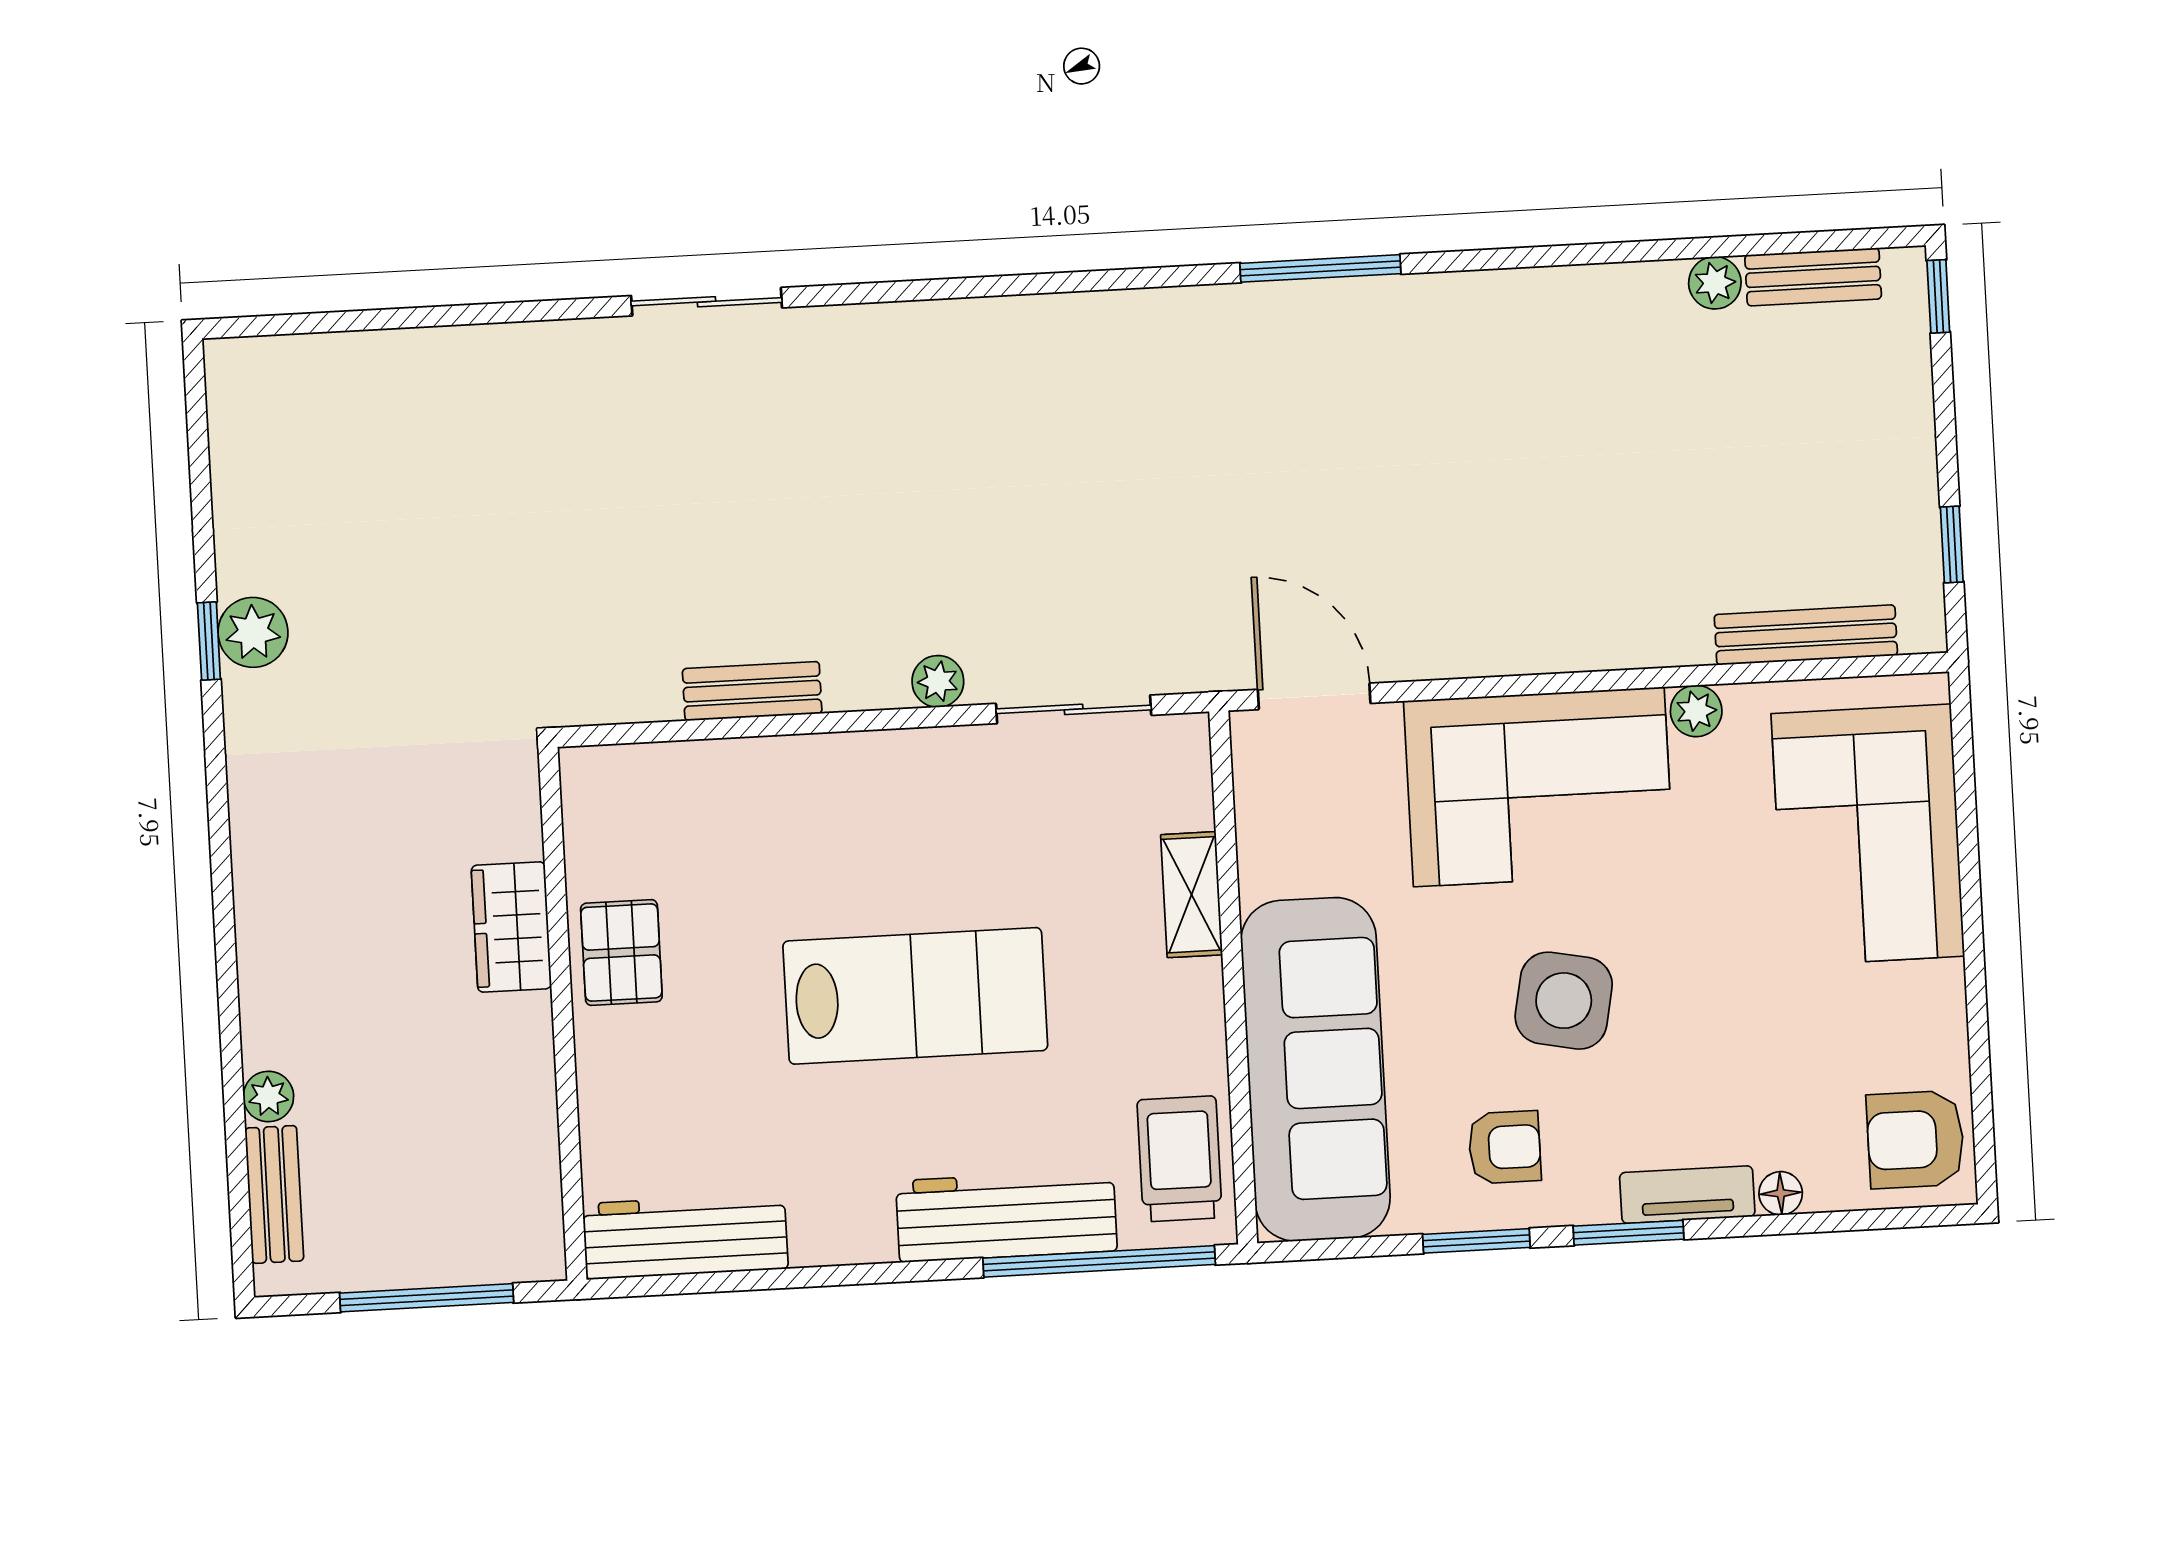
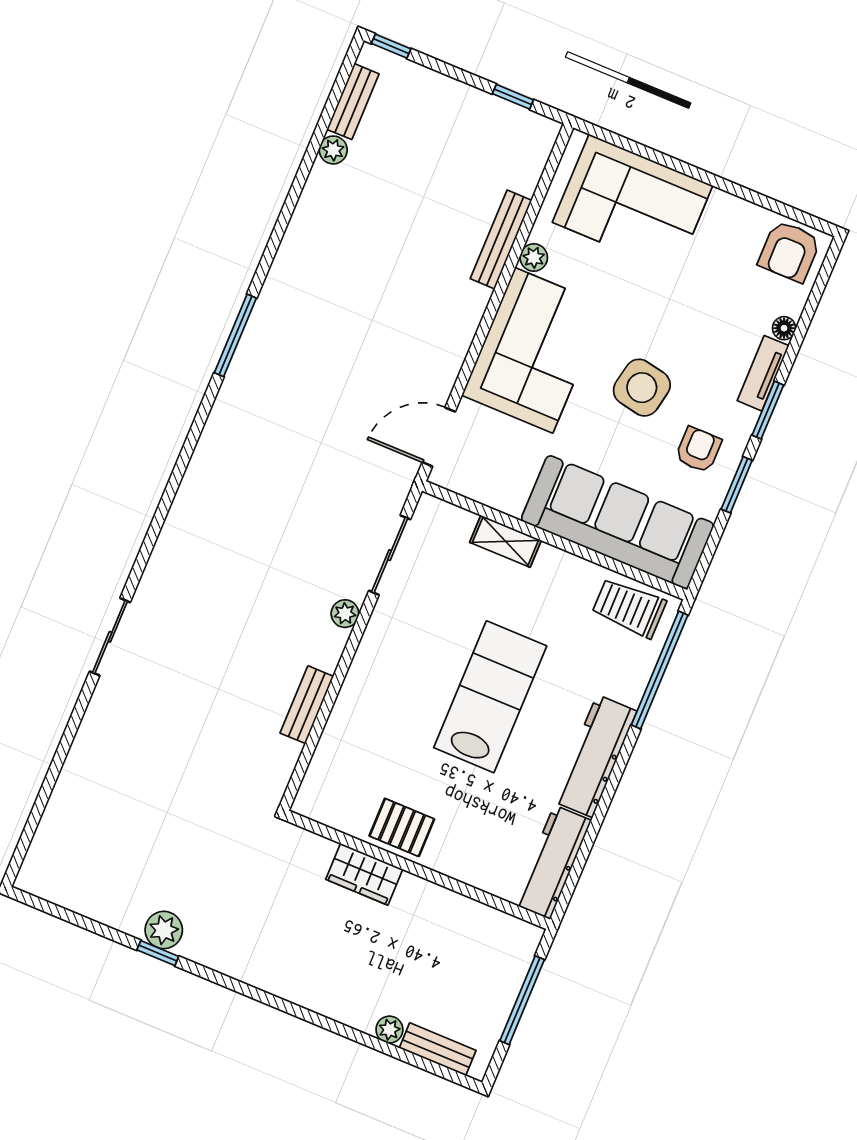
bench: (1806, 635) -> (501, 239), moved
workbench: (1006, 1216) -> (595, 756), moved

